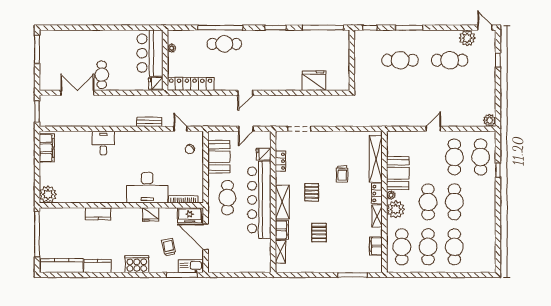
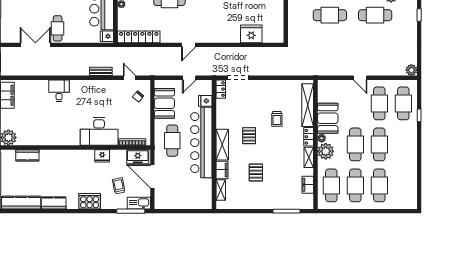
door: (433, 129) -> (360, 78), swing flipped
locker: (280, 161) -> (221, 89), moved
kitchen counter: (98, 214) -> (27, 155), moved

